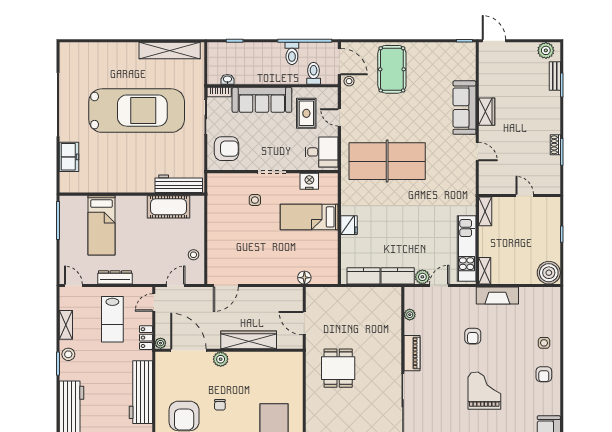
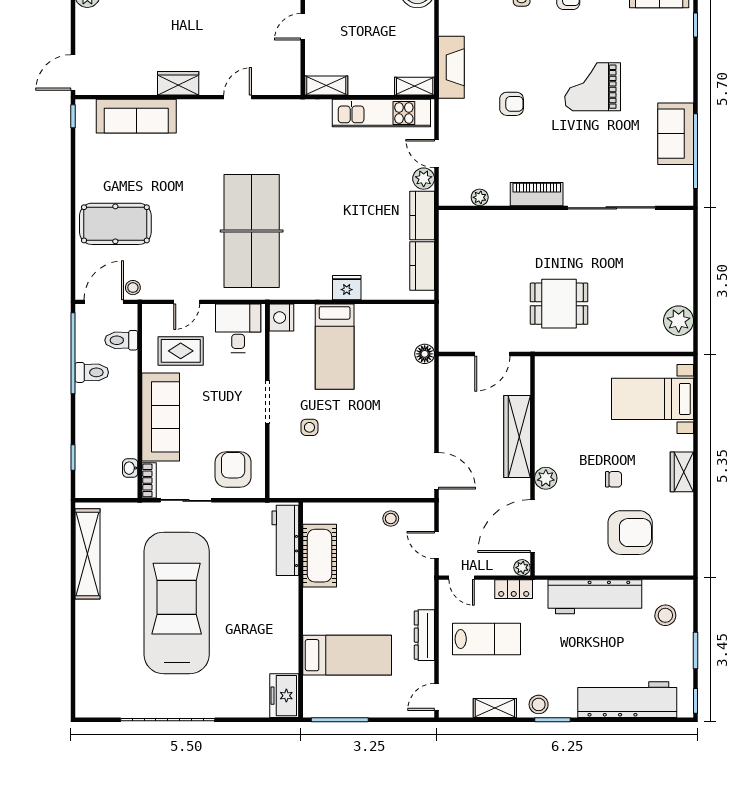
sofa: (464, 108) -> (136, 116), moved
freezer: (69, 157) -> (284, 696), moved, turned -90
nightstand: (309, 181) -> (282, 318), moved

